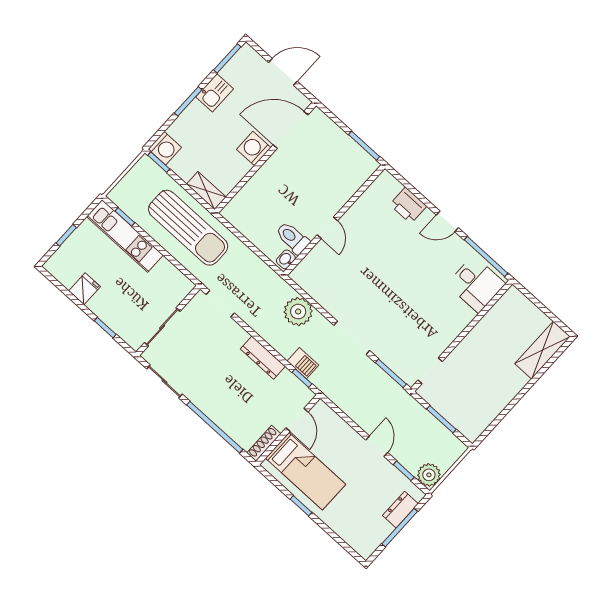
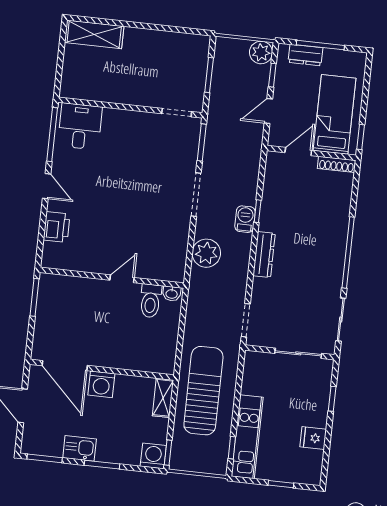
door: (297, 420) -> (298, 151), moved
wall: (288, 430) -> (311, 153), moved
shoe rack: (264, 443) -> (337, 164), moved
bed: (306, 471) -> (335, 114), moved

